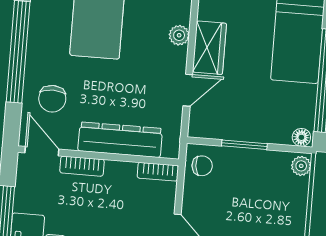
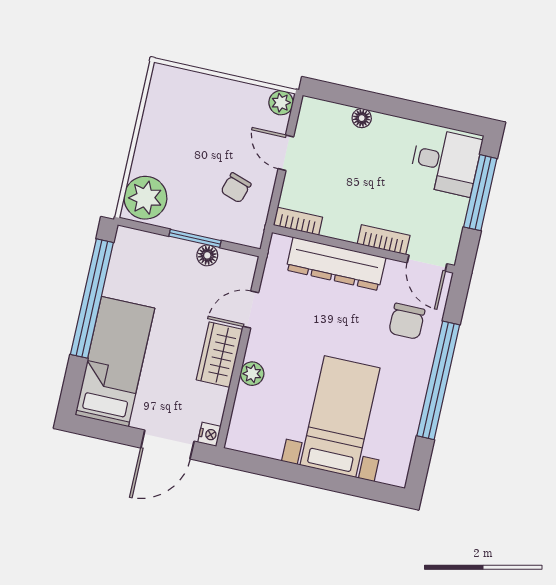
chair: (52, 99) -> (407, 321), turned 180
floor lamp: (301, 137) -> (207, 255), moved
chair: (202, 166) -> (236, 188), moved, turned -66
plant: (301, 166) -> (145, 198), width x1.87, depth x1.87

